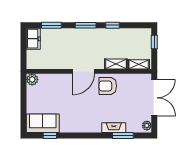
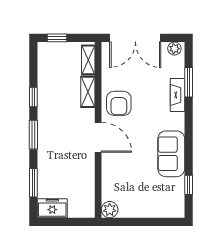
double door: (154, 98) -> (135, 38), swing flipped
sofa: (43, 123) -> (171, 154), moved

